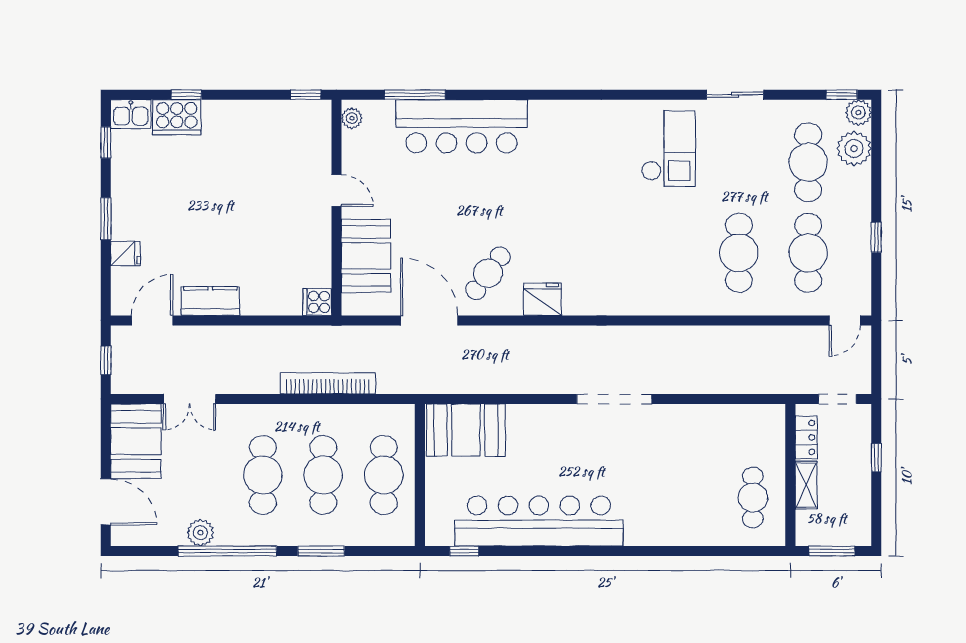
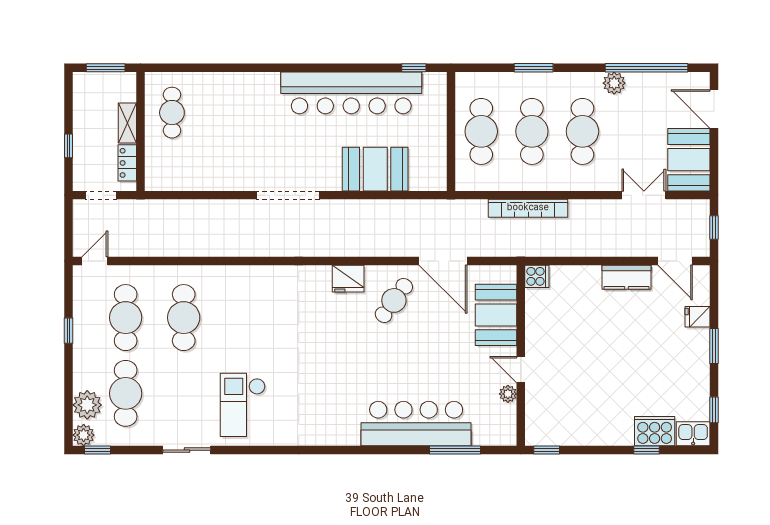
plant: (352, 118) -> (508, 394), moved
door: (152, 320) -> (675, 261), hinge flipped
booth: (466, 430) -> (375, 169), moved
plant: (200, 533) -> (614, 83), moved
window: (227, 551) -> (647, 68), moved

